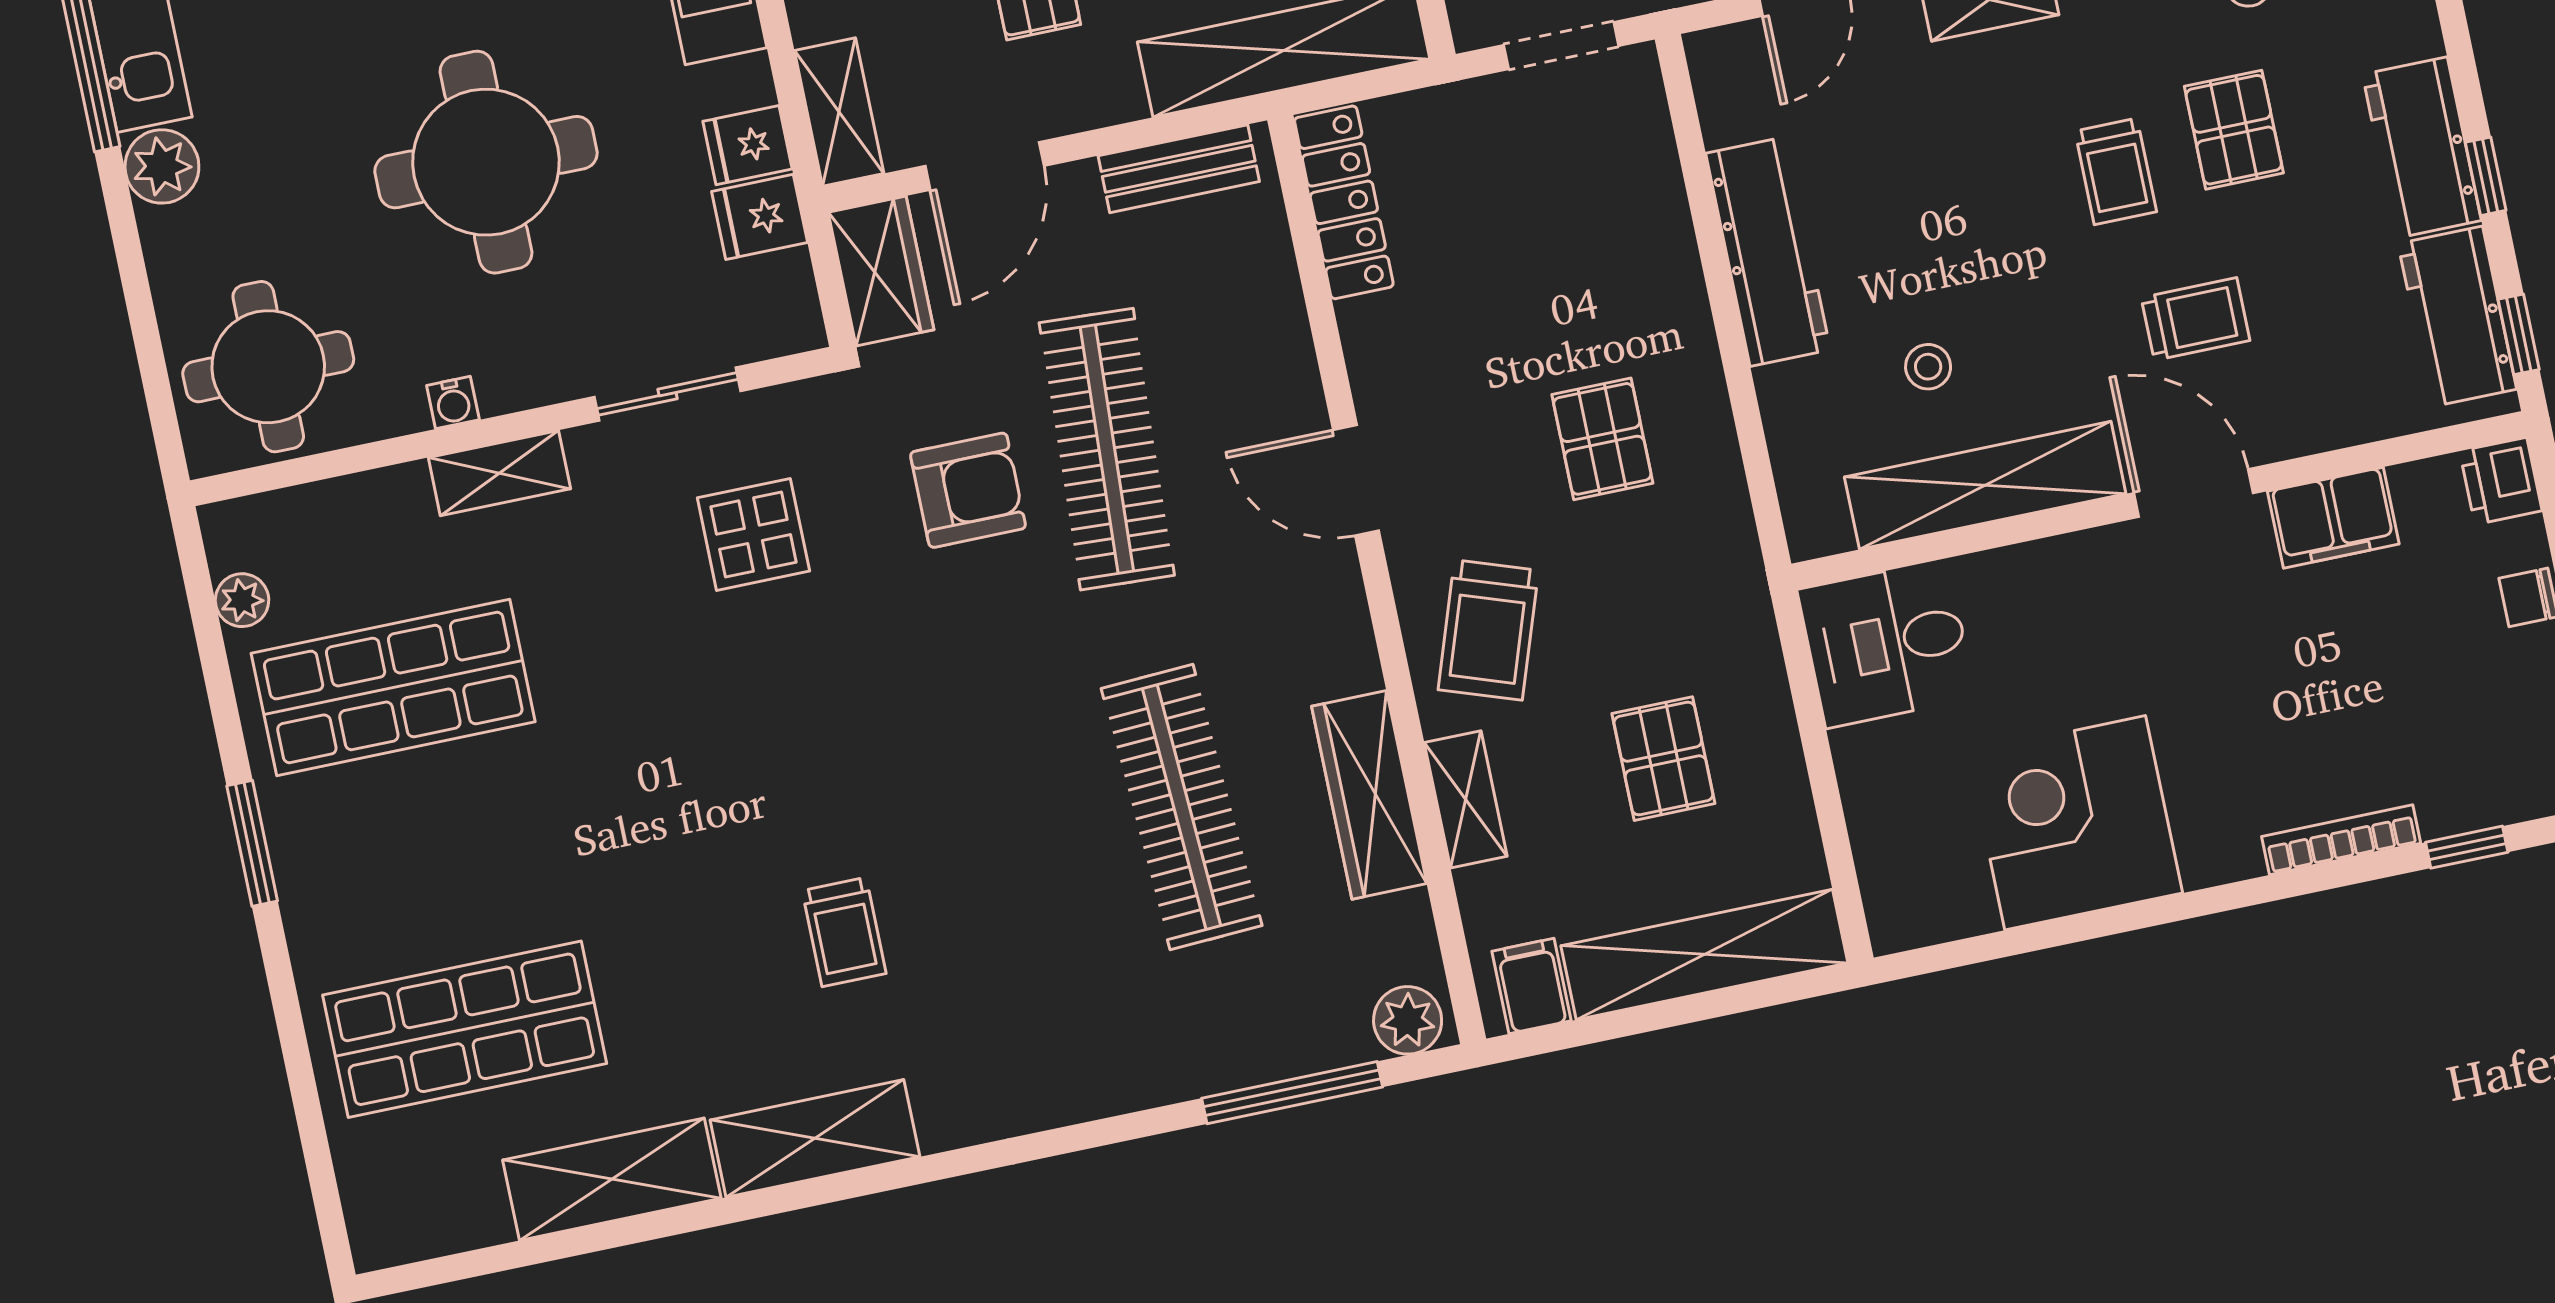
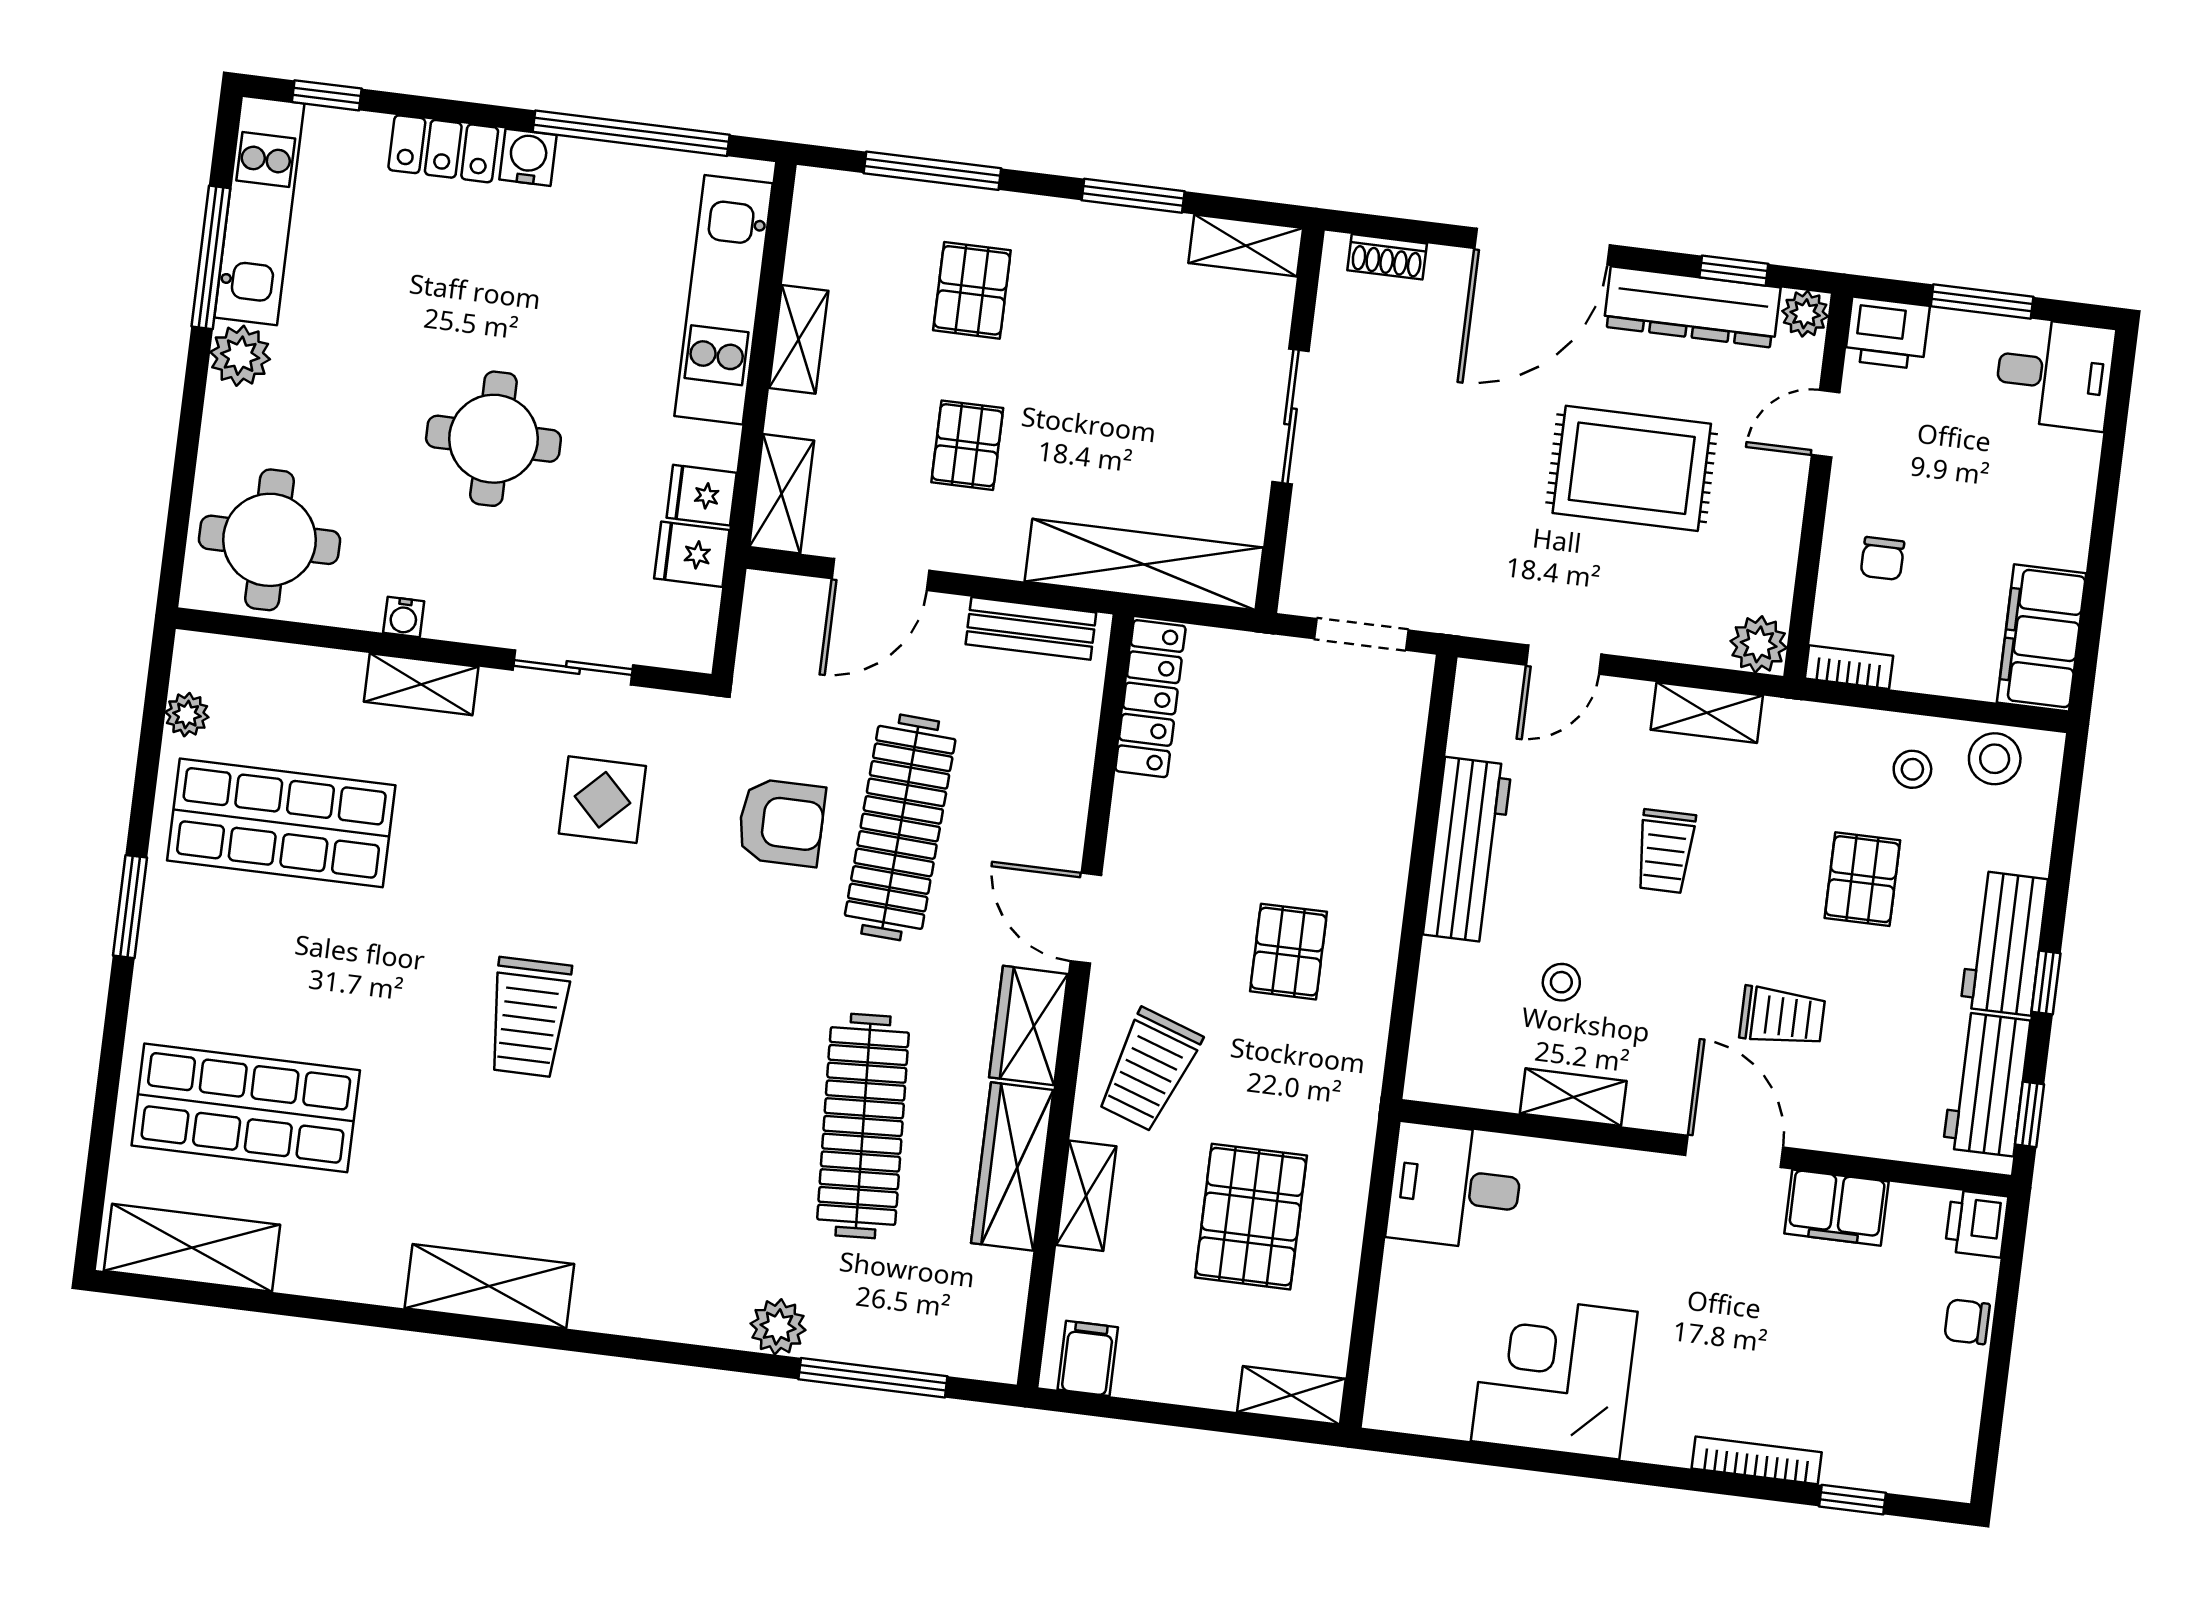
round table: (486, 162) -> (493, 439), width x0.73, depth x0.73
trolley: (2116, 171) -> (1665, 851), moved
wardrobe: (881, 271) -> (1029, 1026), moved, turned 180
shelving: (1985, 485) -> (1573, 1097), width x0.45, depth x0.75
pallet: (1663, 759) -> (1251, 1217), width x1.50, depth x1.42
trolley: (844, 932) -> (529, 1017), moved, width x1.36, depth x1.39
shelving: (1704, 954) -> (1291, 1395), width x0.45, depth x0.75
plant: (1408, 1020) -> (778, 1327), moved
shelving: (612, 1179) -> (192, 1248), moved

